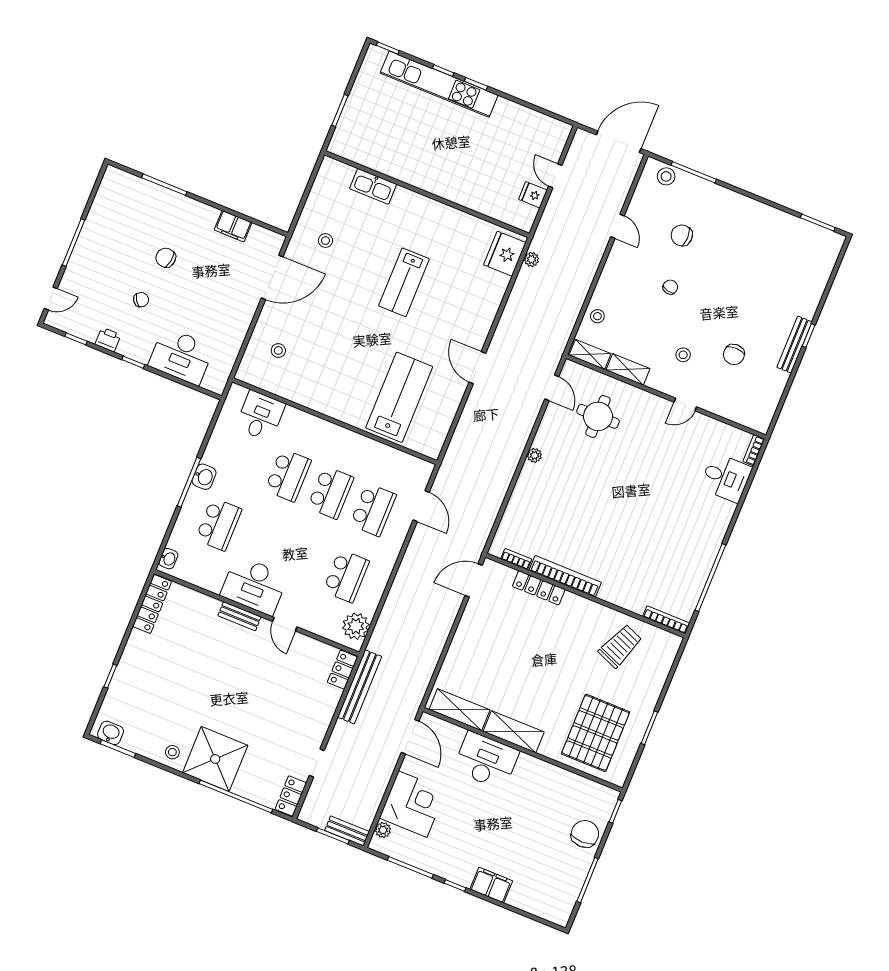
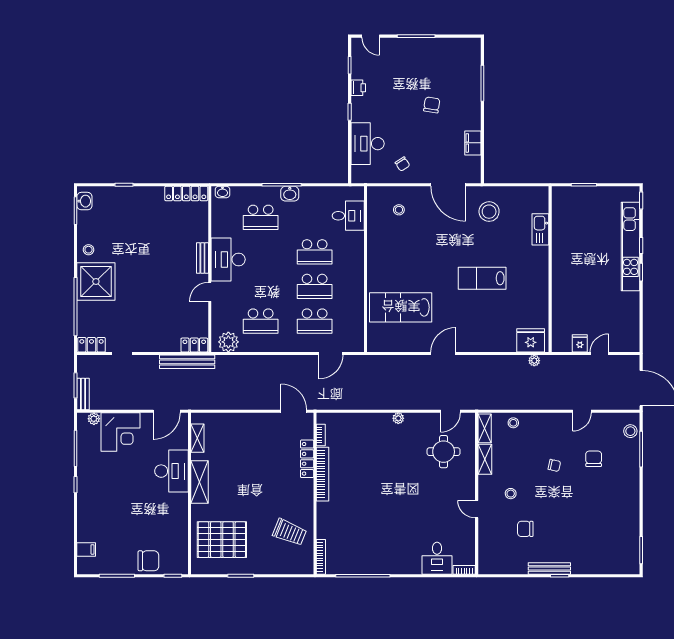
stool: (325, 241) -> (489, 212), width x1.89, depth x1.89
chair: (141, 300) -> (402, 164), moved
lab bench: (399, 397) -> (401, 307), turned 180
shelving: (459, 710) -> (197, 438), width x0.67, depth x0.75
filing cabinet: (491, 885) -> (86, 549), moved, width x0.50

